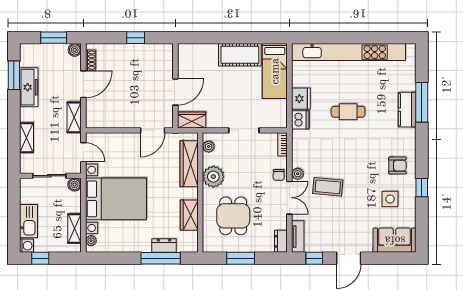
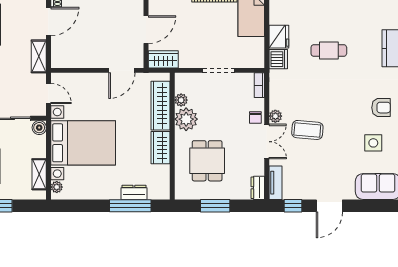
plant: (209, 147) -> (181, 100), moved
wardrobe: (189, 215) -> (161, 148), moved

